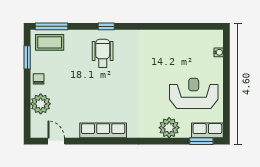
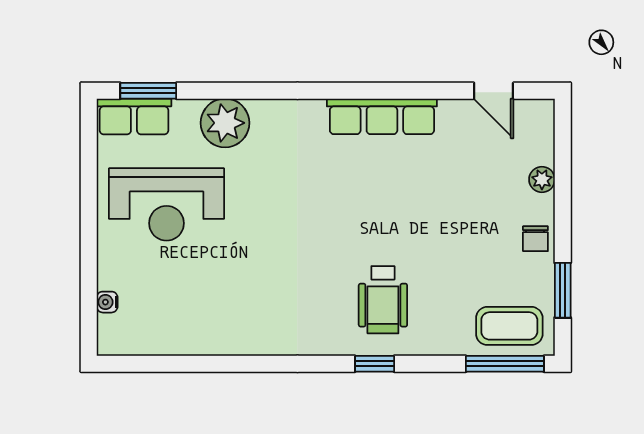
plant: (41, 104) -> (542, 180), width x0.53, depth x0.53

